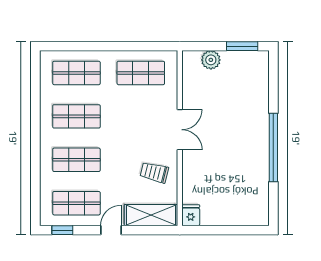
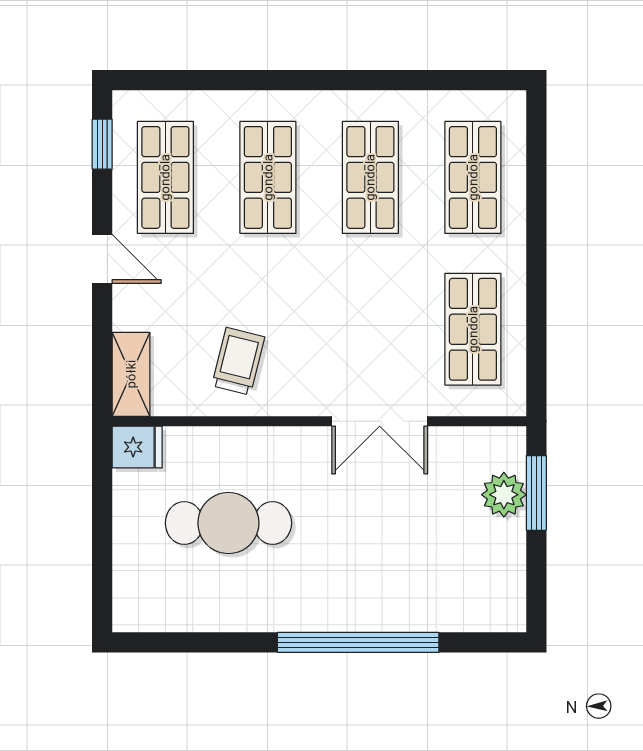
window: (242, 46) -> (536, 493), moved
double door: (180, 130) -> (380, 421), moved
window: (273, 148) -> (358, 642), moved
cafe table: (223, 177) -> (228, 523), added
shelving: (151, 215) -> (131, 374), width x0.67, depth x0.75

